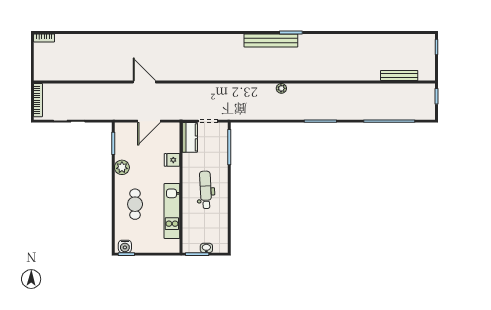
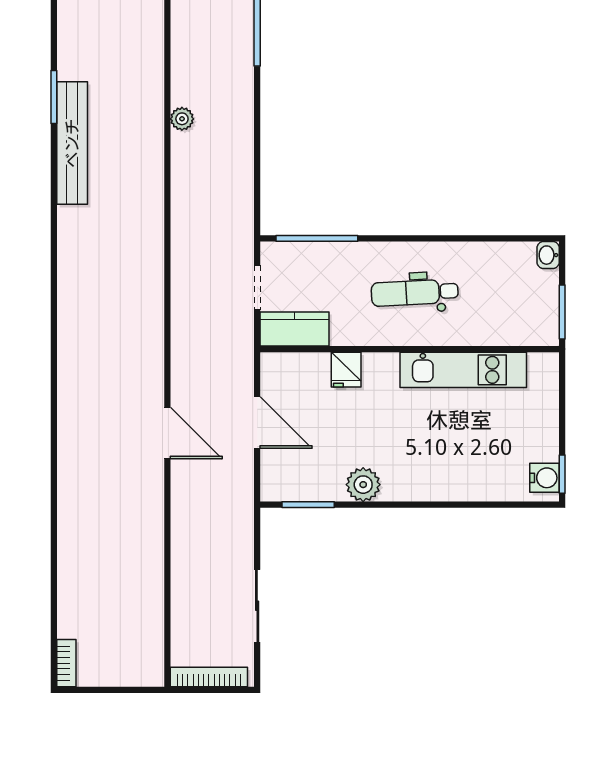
door: (144, 82) -> (167, 433), swing flipped
cafe table: (135, 204) -> (448, 455), removed
washbasin: (206, 248) -> (548, 255), moved

